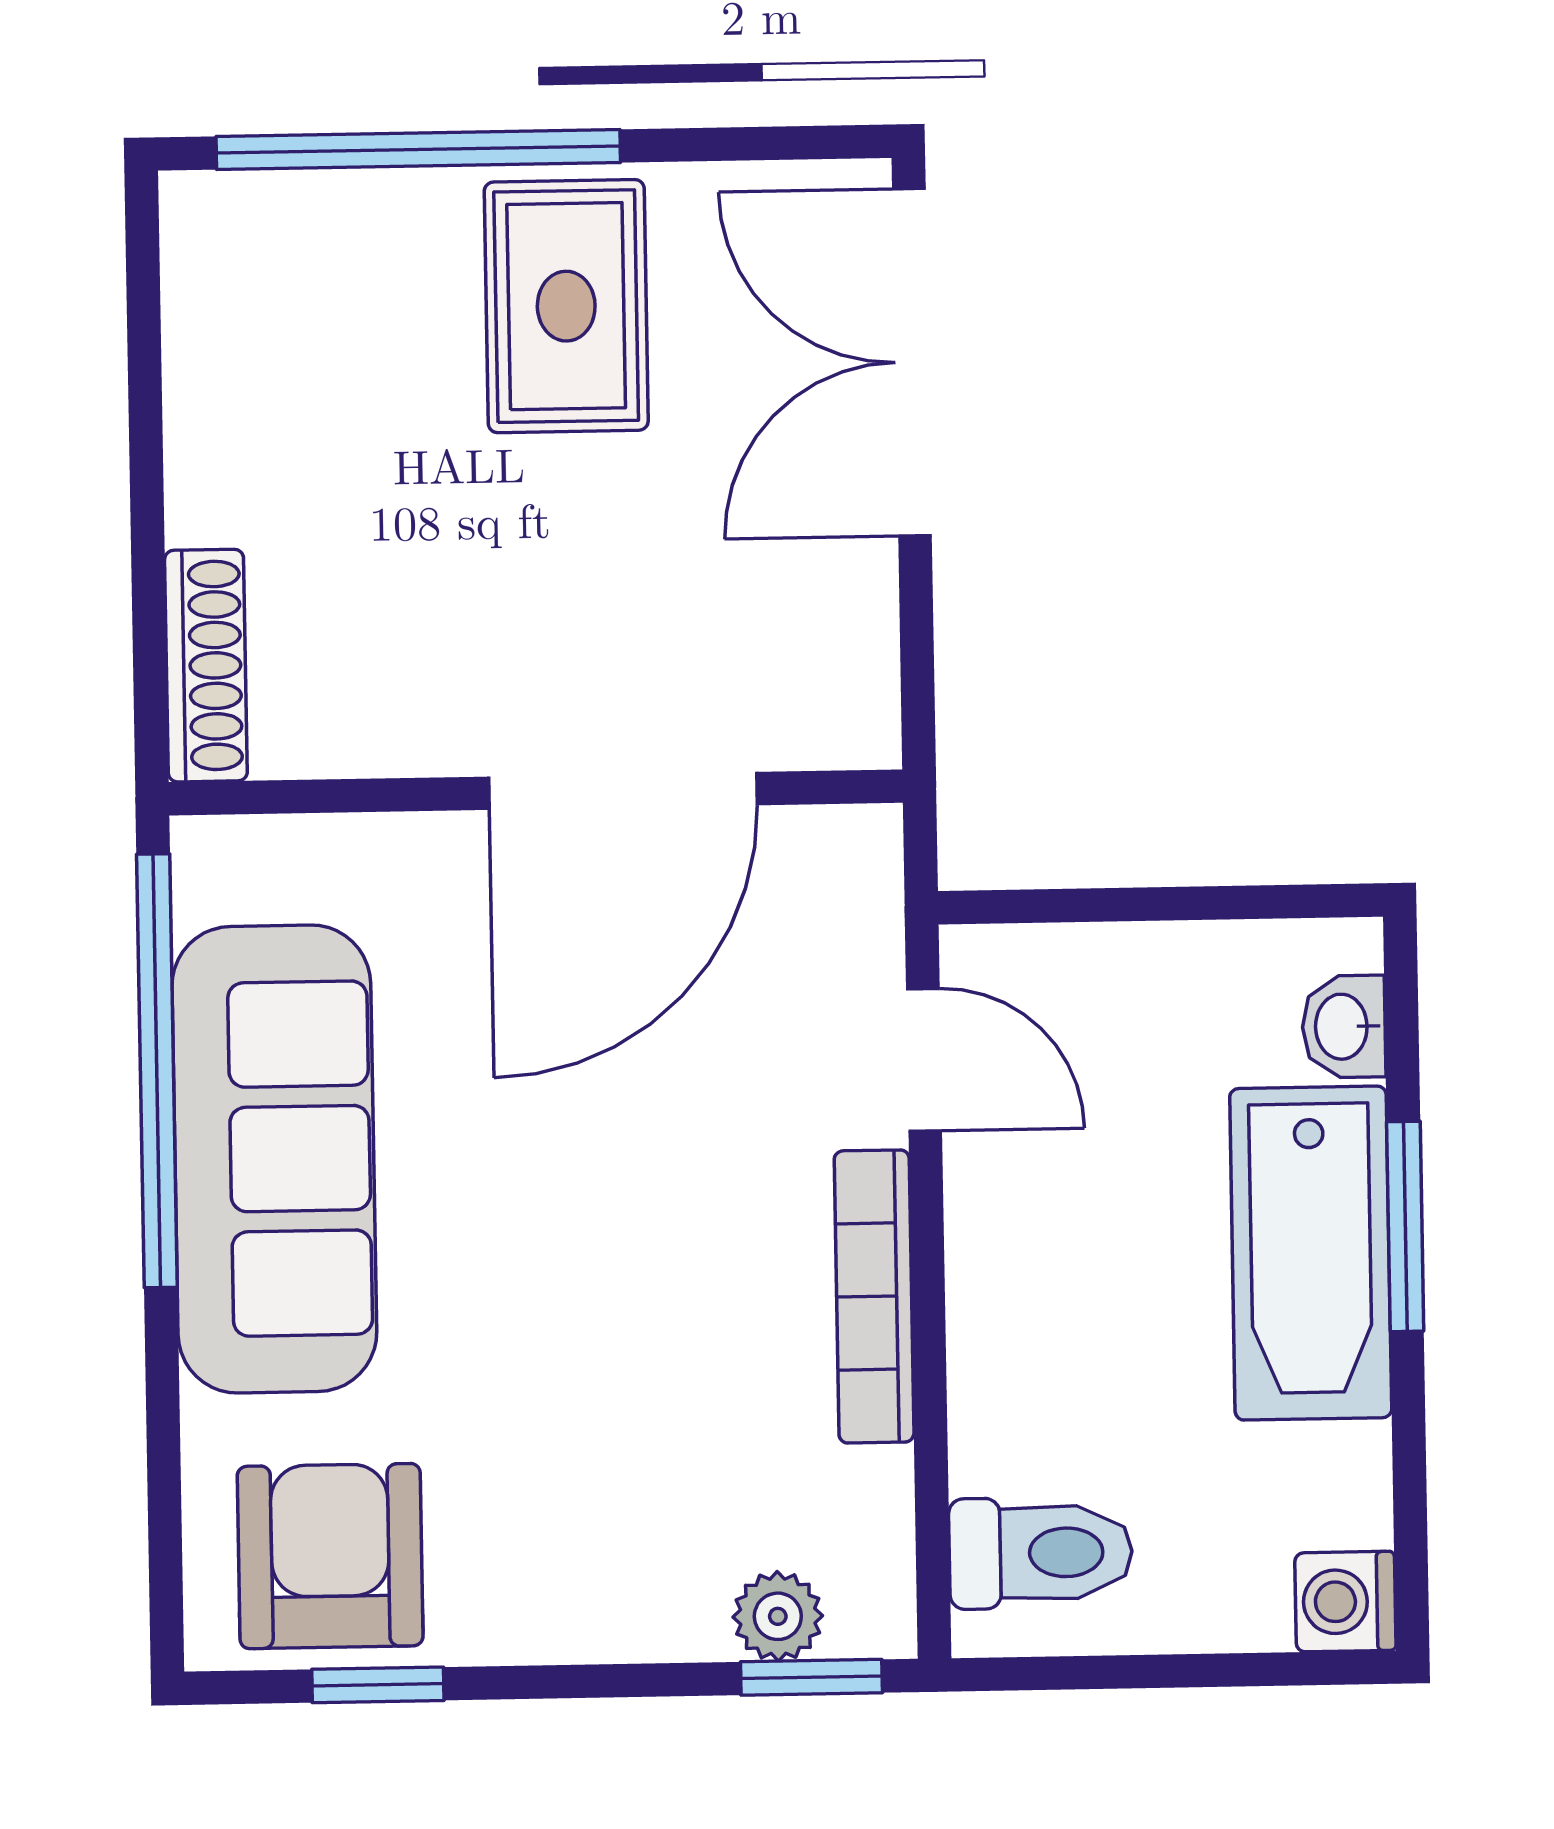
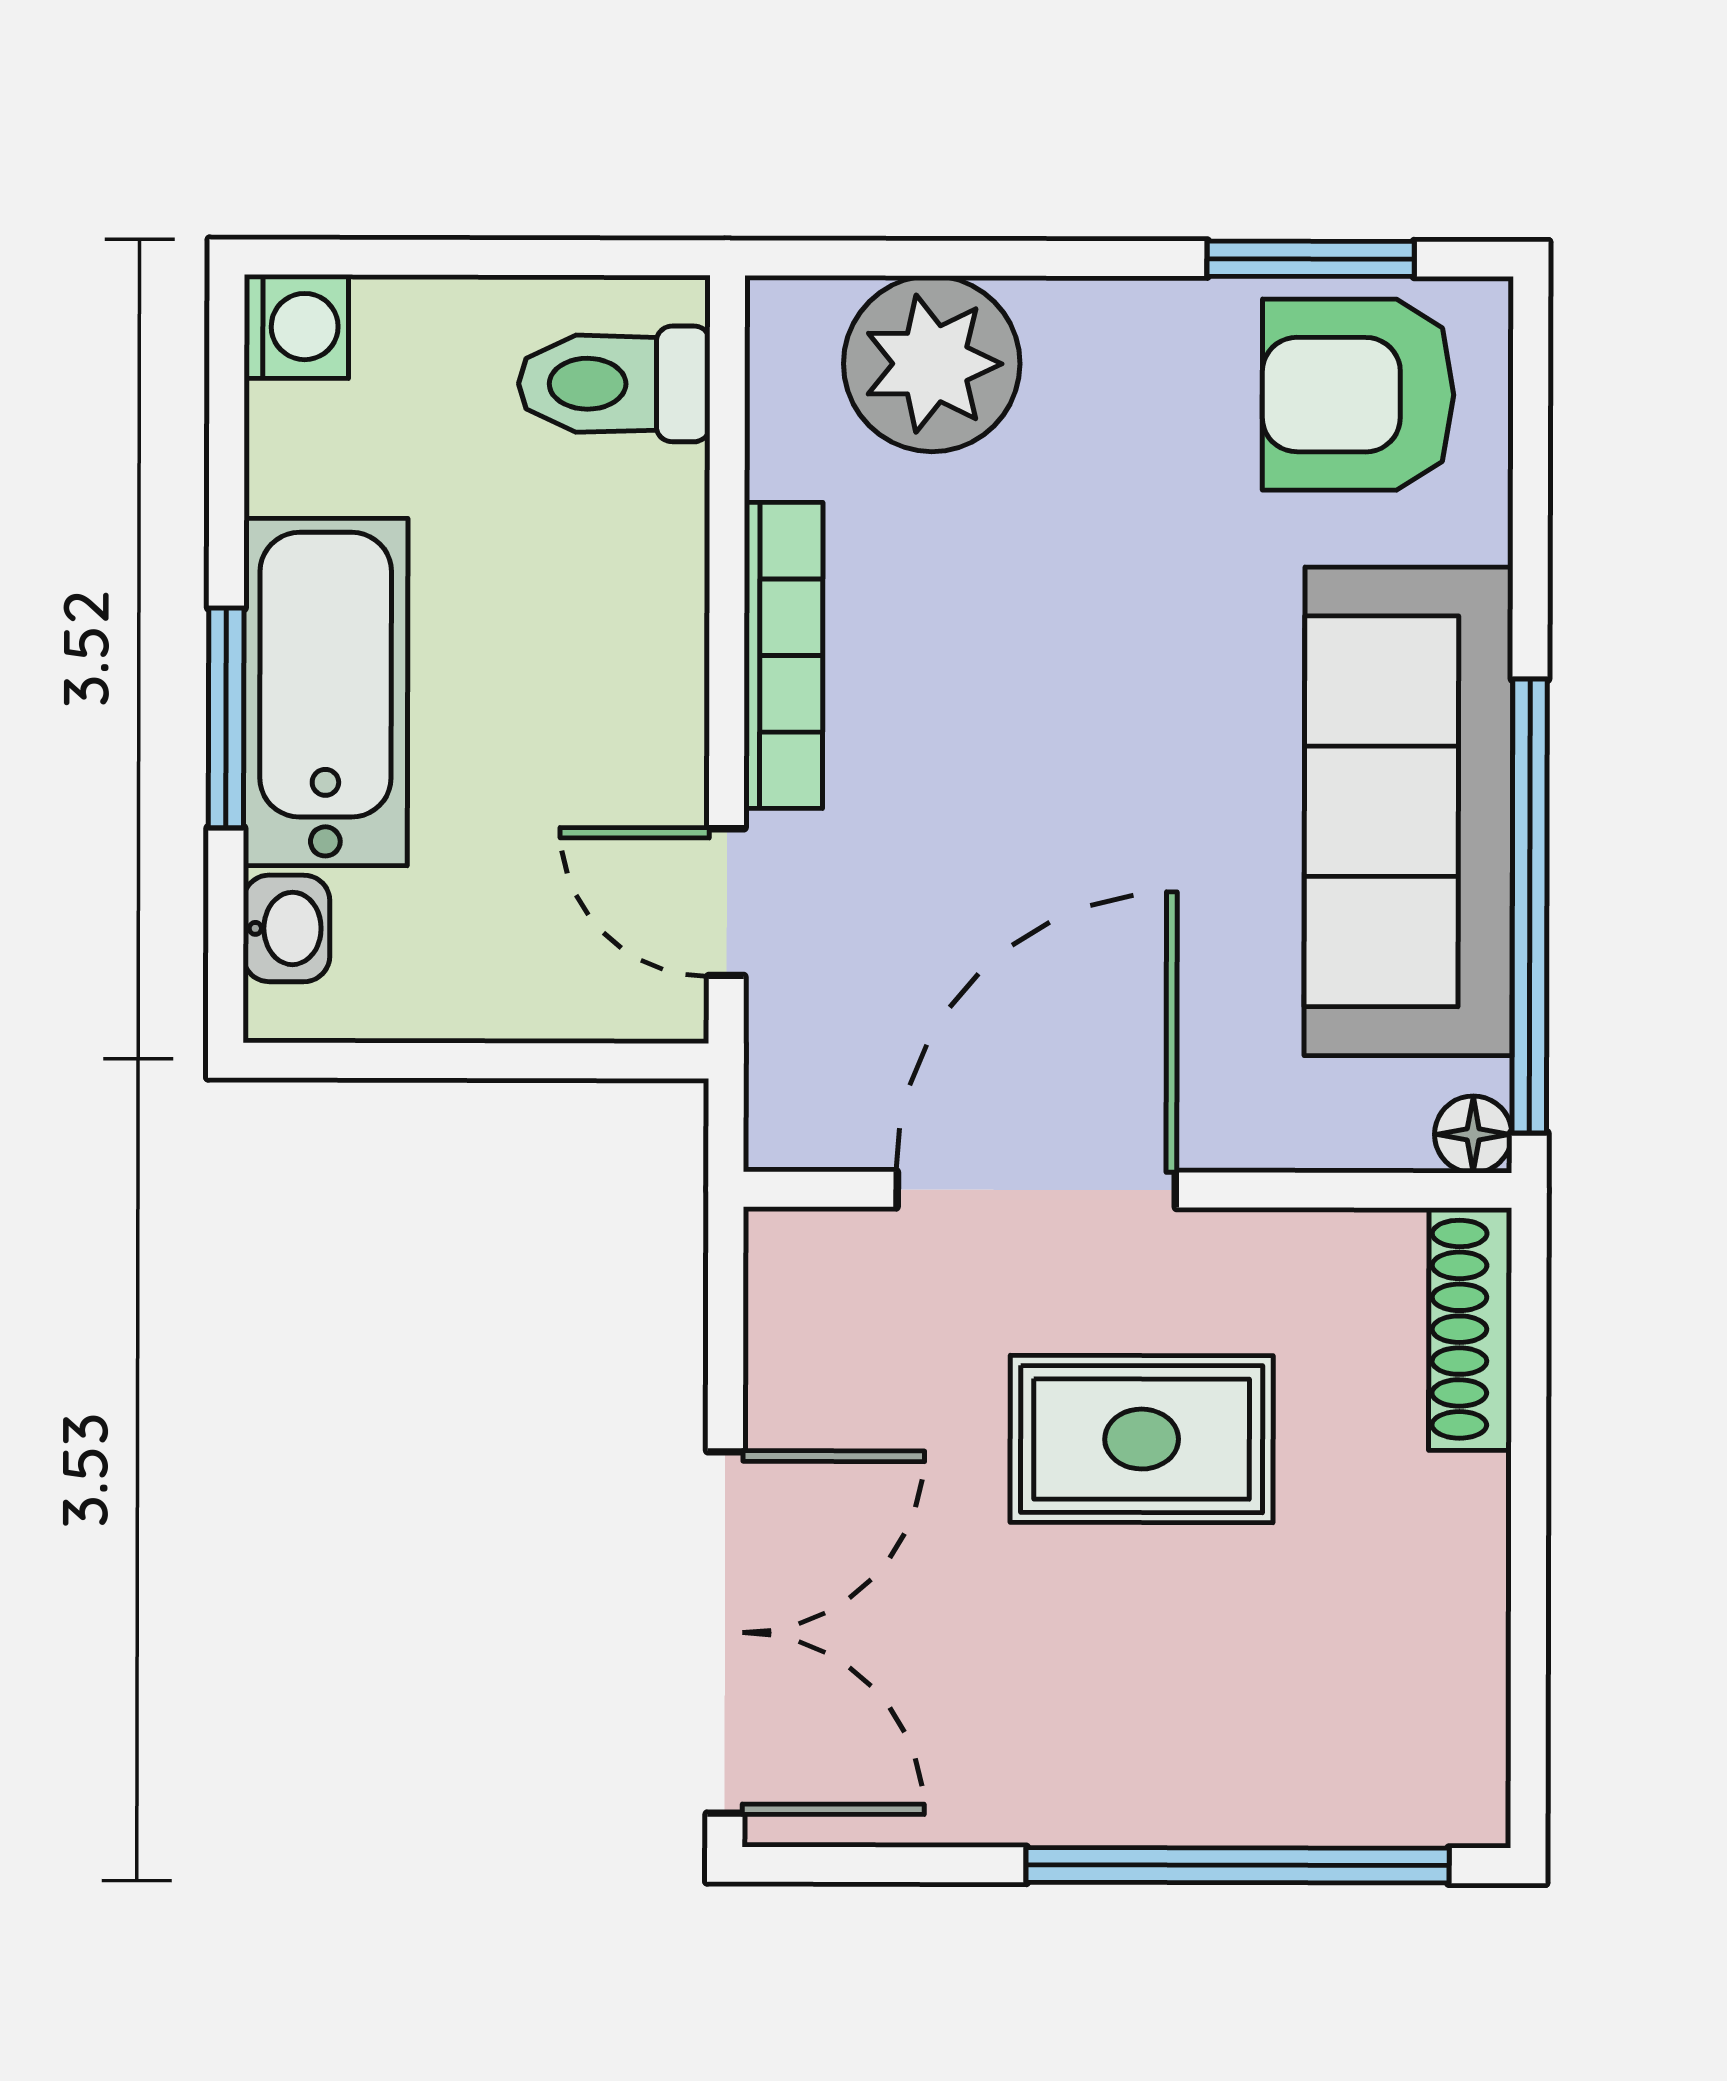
rug: (566, 306) -> (1142, 1439), moved, turned 90
floor lamp: (207, 852) -> (1473, 1134), added
armchair: (330, 1556) -> (1358, 395), turned 90
plant: (778, 1616) -> (932, 364), width x1.88, depth x1.88
window: (811, 1677) -> (857, 258), removed
window: (378, 1685) -> (1311, 259), width x1.50

